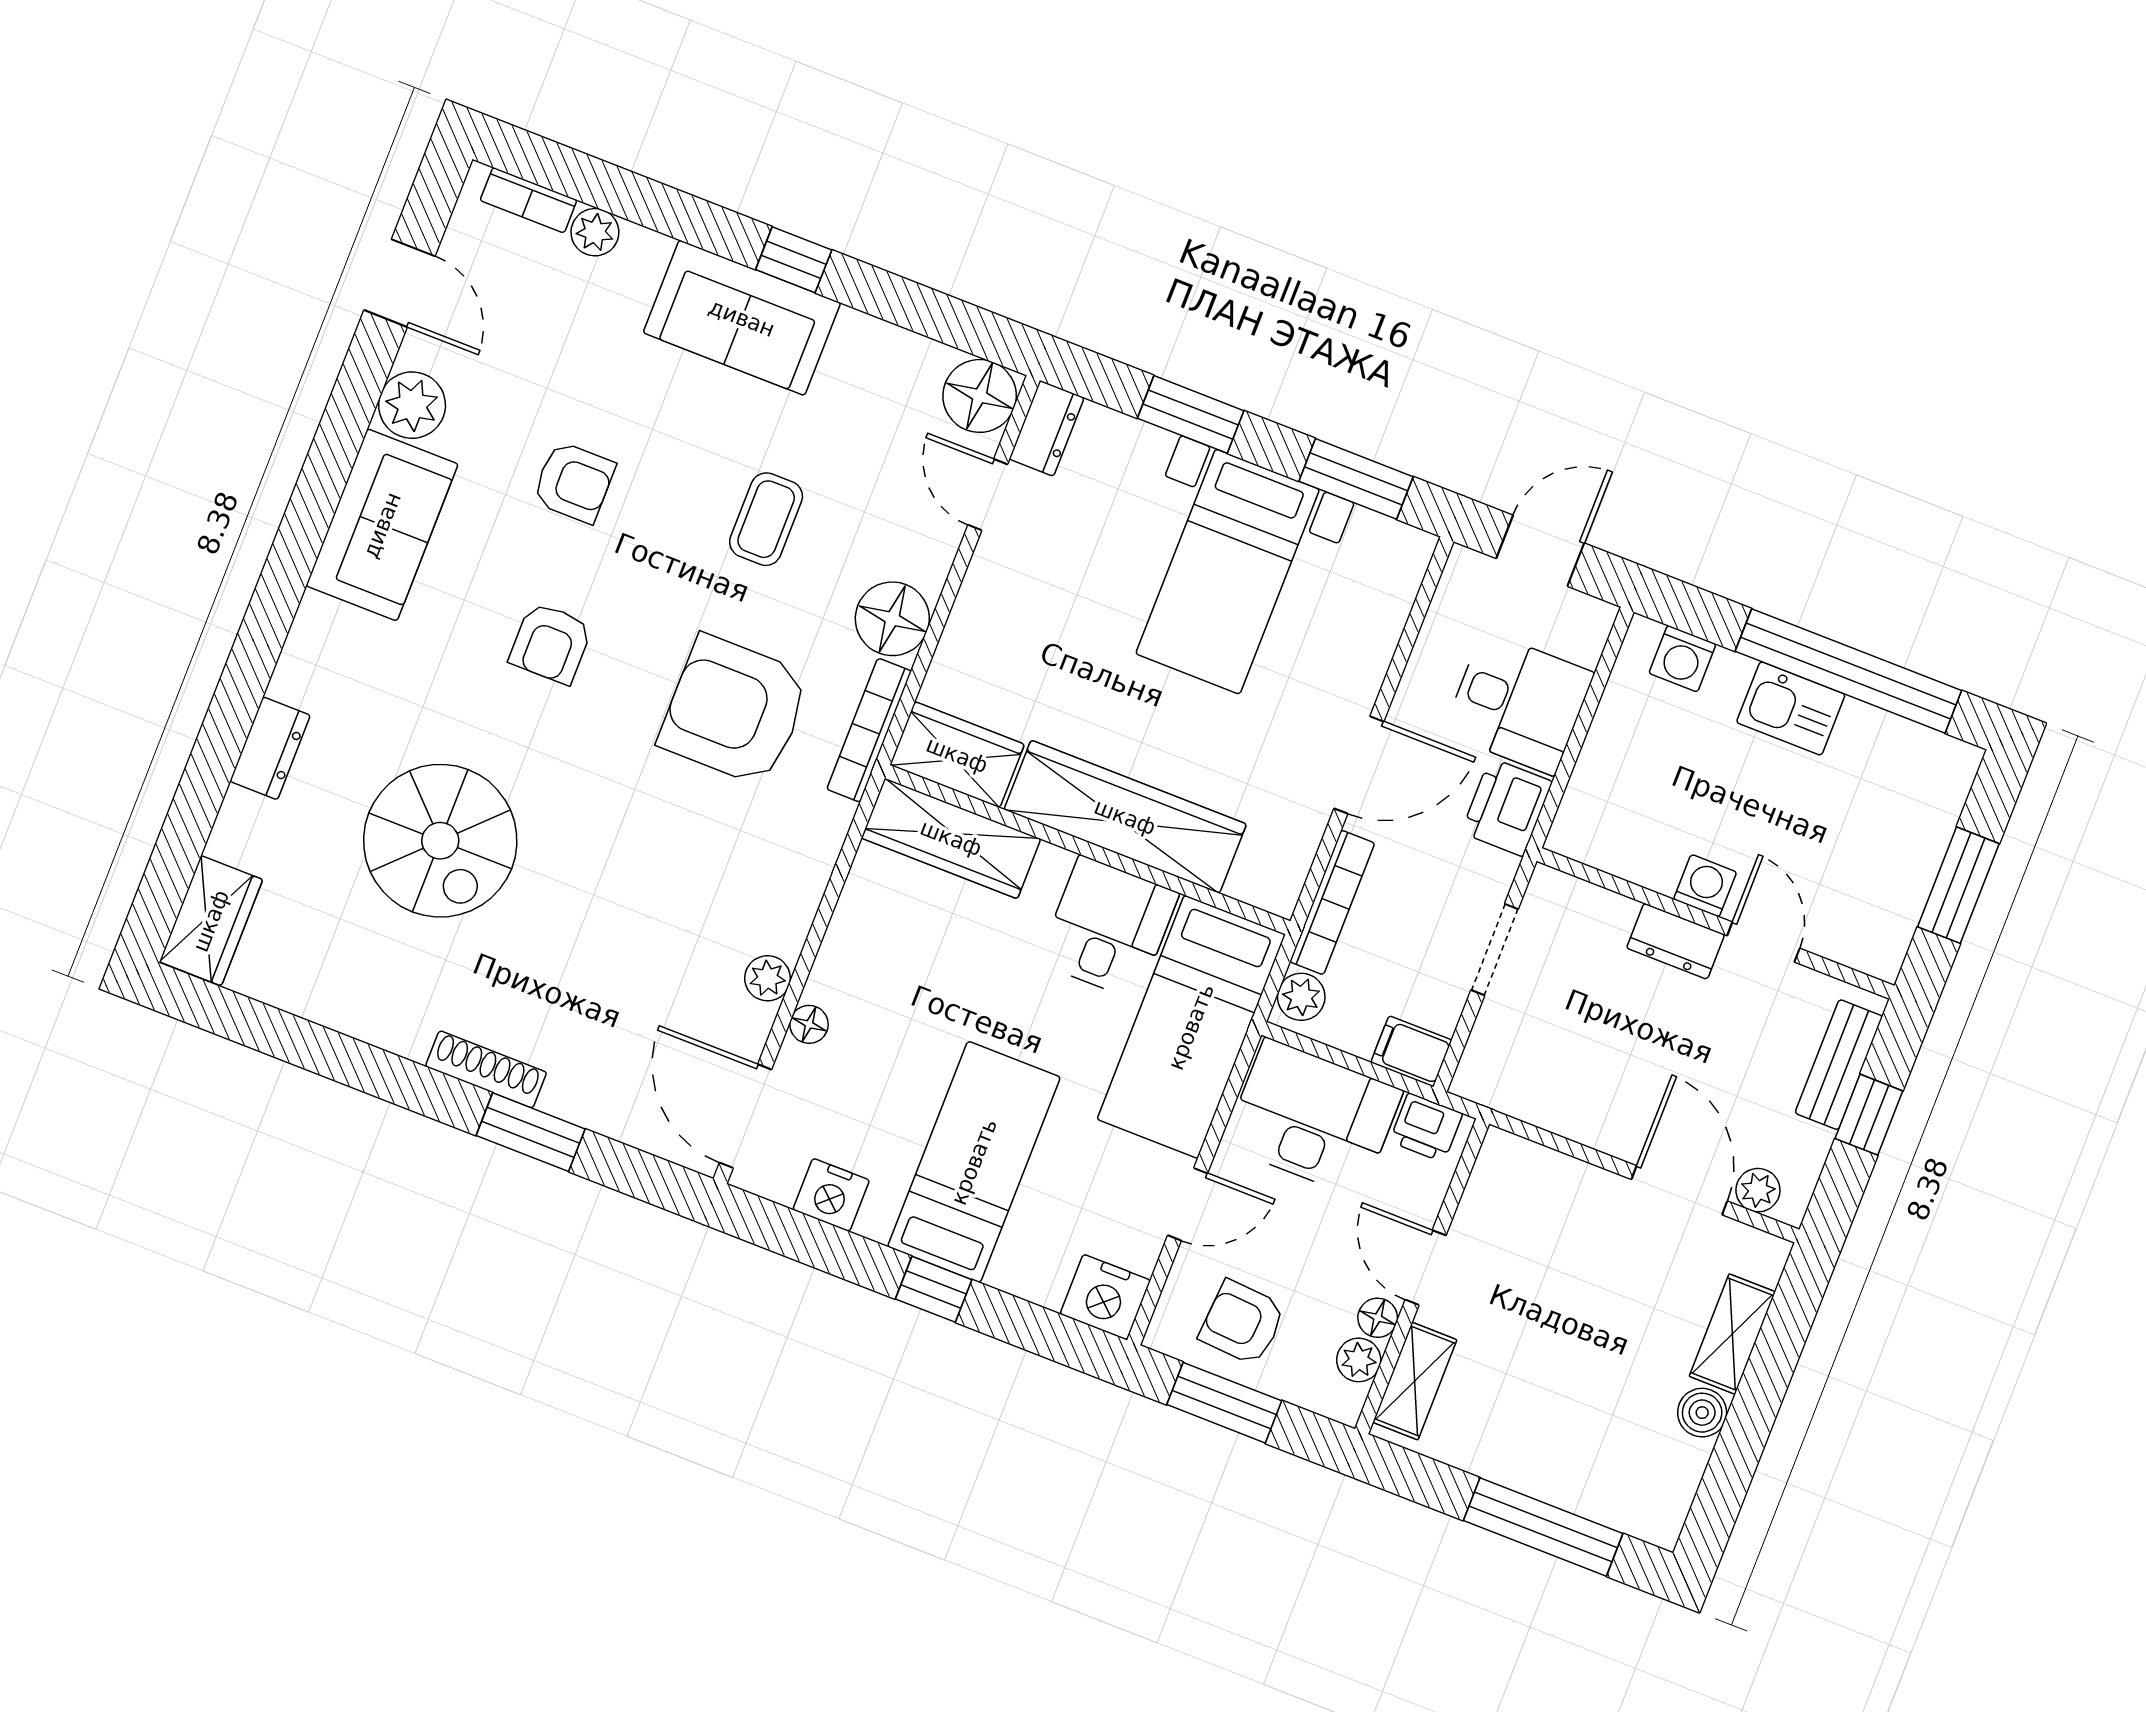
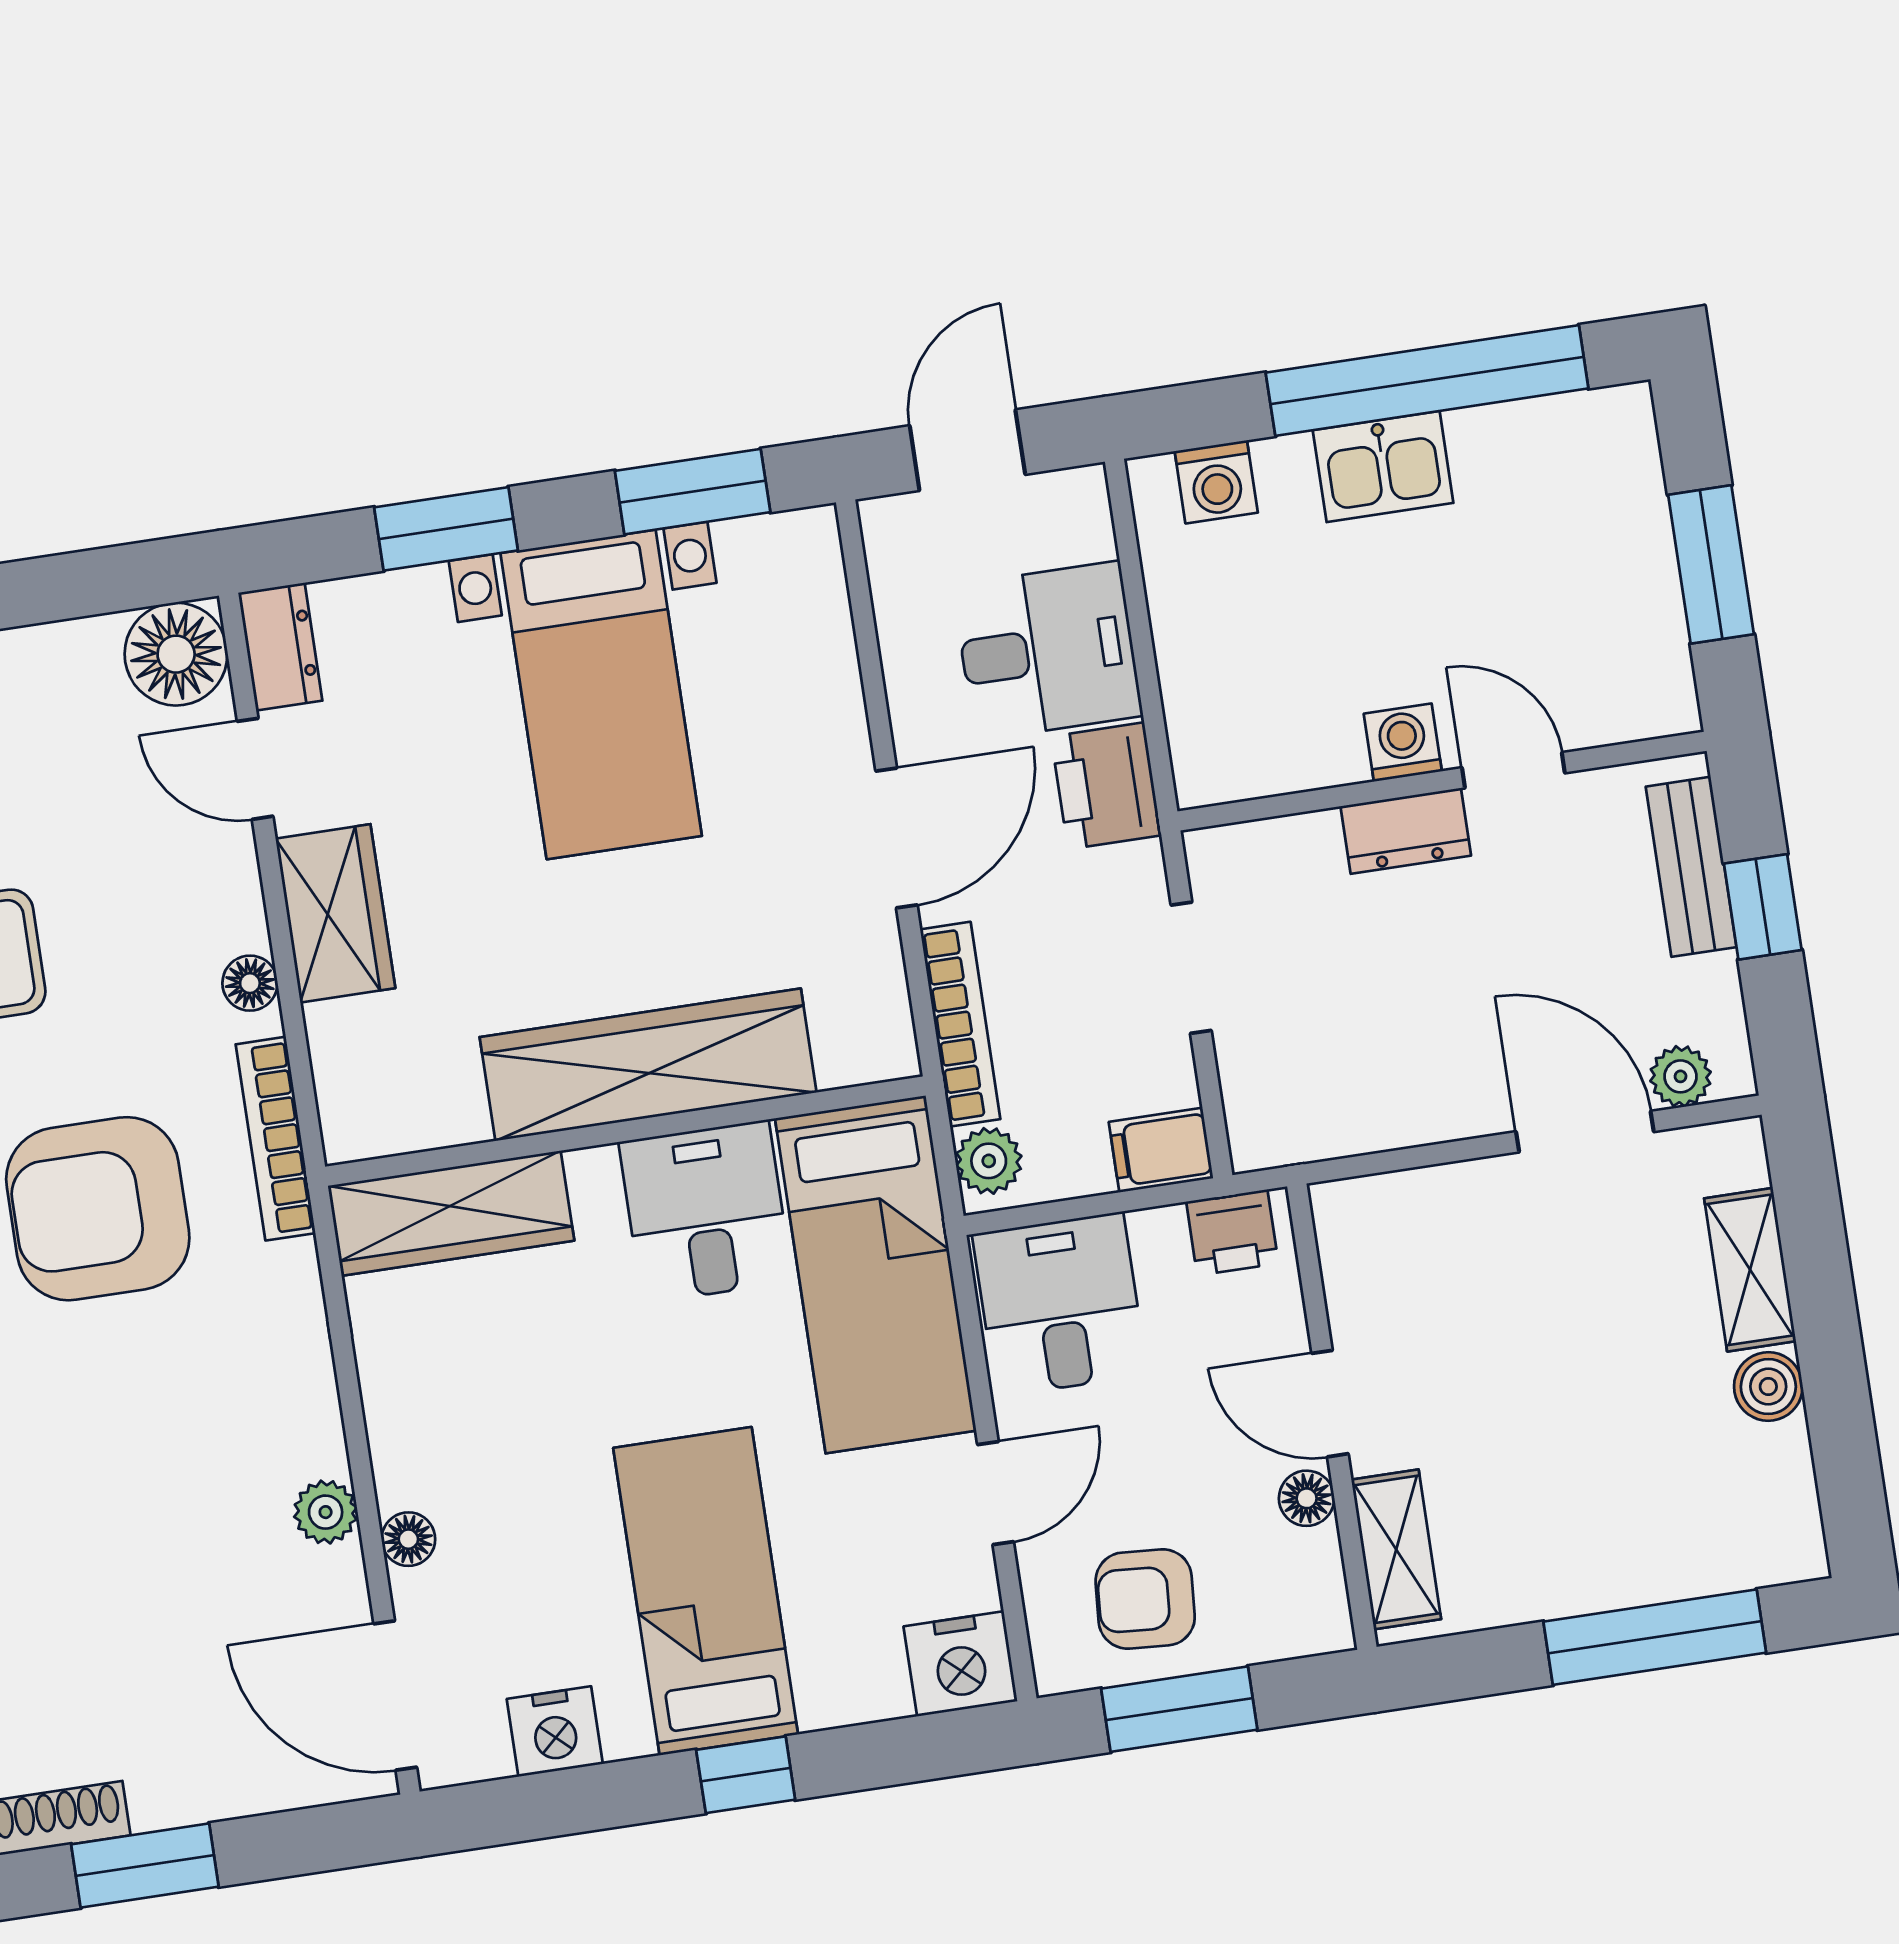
floor lamp: (892, 619) -> (250, 983), width x0.53, depth x0.53
wardrobe: (957, 755) -> (335, 913), moved, turned 90
desk: (1313, 1118) -> (1060, 1304), width x0.73
plant: (1359, 1360) -> (1313, 1563), removed

